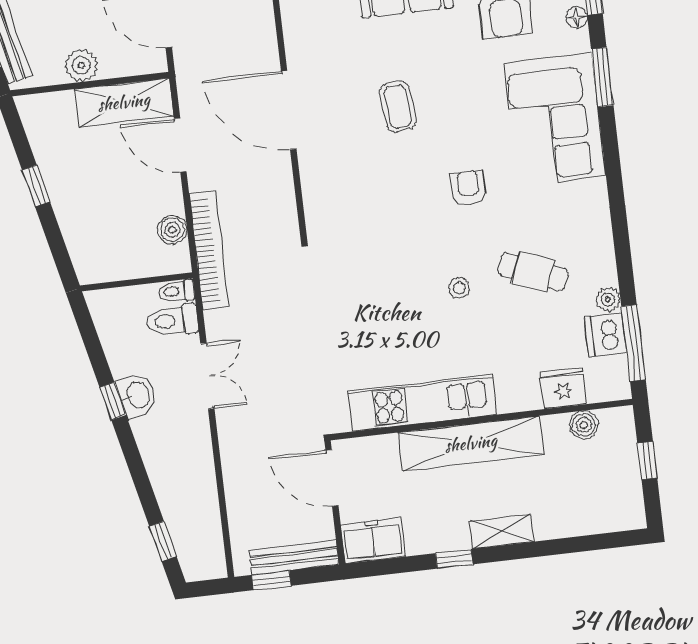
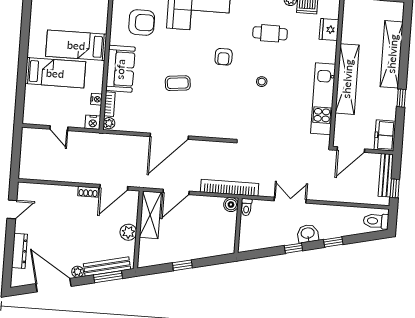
armchair: (468, 188) -> (224, 57), turned -90
boiler: (172, 230) -> (231, 205), moved
cafe table: (533, 272) -> (270, 33), turned 68
stool: (459, 288) -> (262, 82), moved
toilet: (172, 320) -> (376, 221), moved, turned 90
washbasin: (137, 395) -> (308, 234), moved
boiler: (584, 425) -> (349, 23), removed
shelving: (502, 531) -> (392, 54), width x2.20, depth x1.33
window: (163, 541) -> (333, 242), moved

